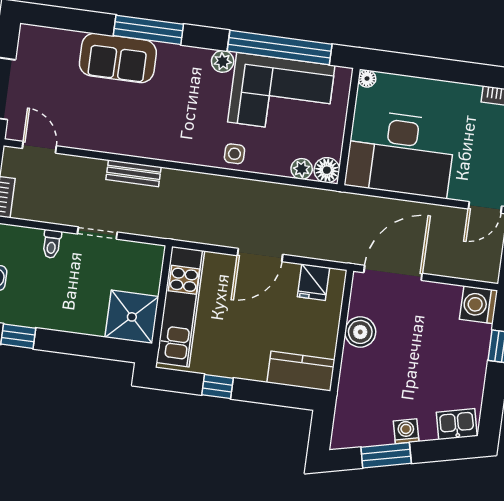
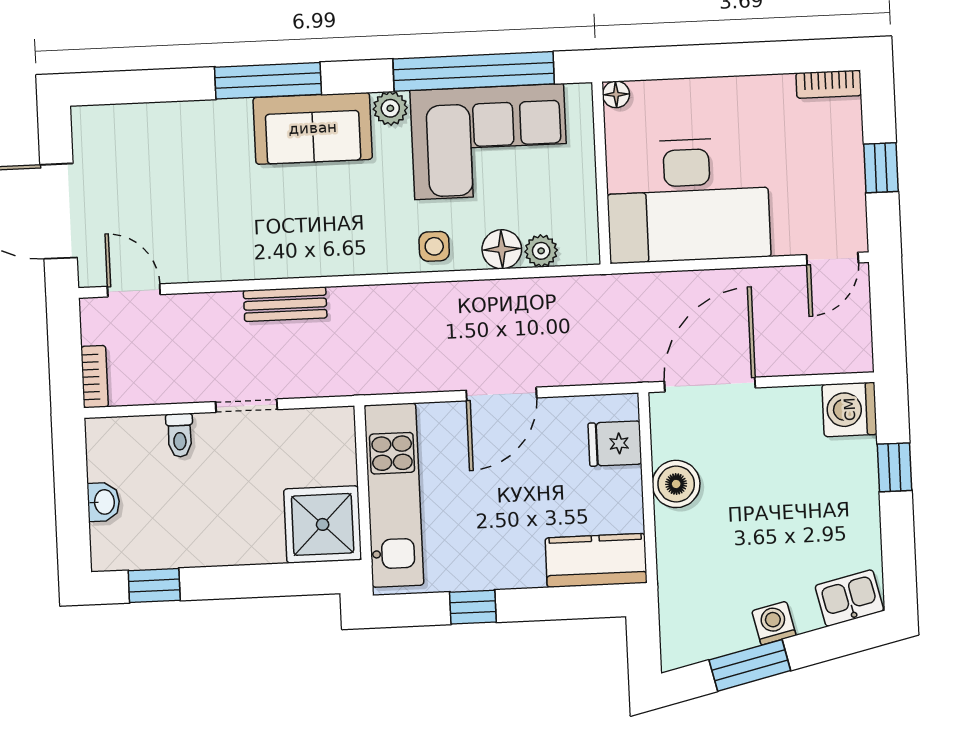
sofa: (118, 58) -> (313, 128), moved
floor lamp: (327, 170) -> (502, 249), moved
fridge: (313, 282) -> (615, 444), moved, turned 90

